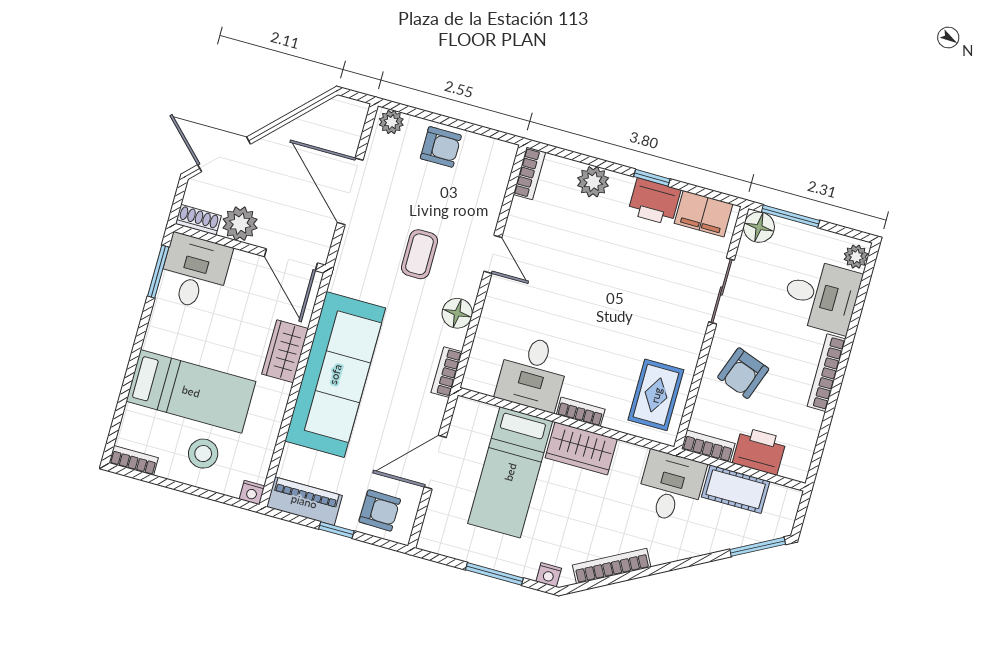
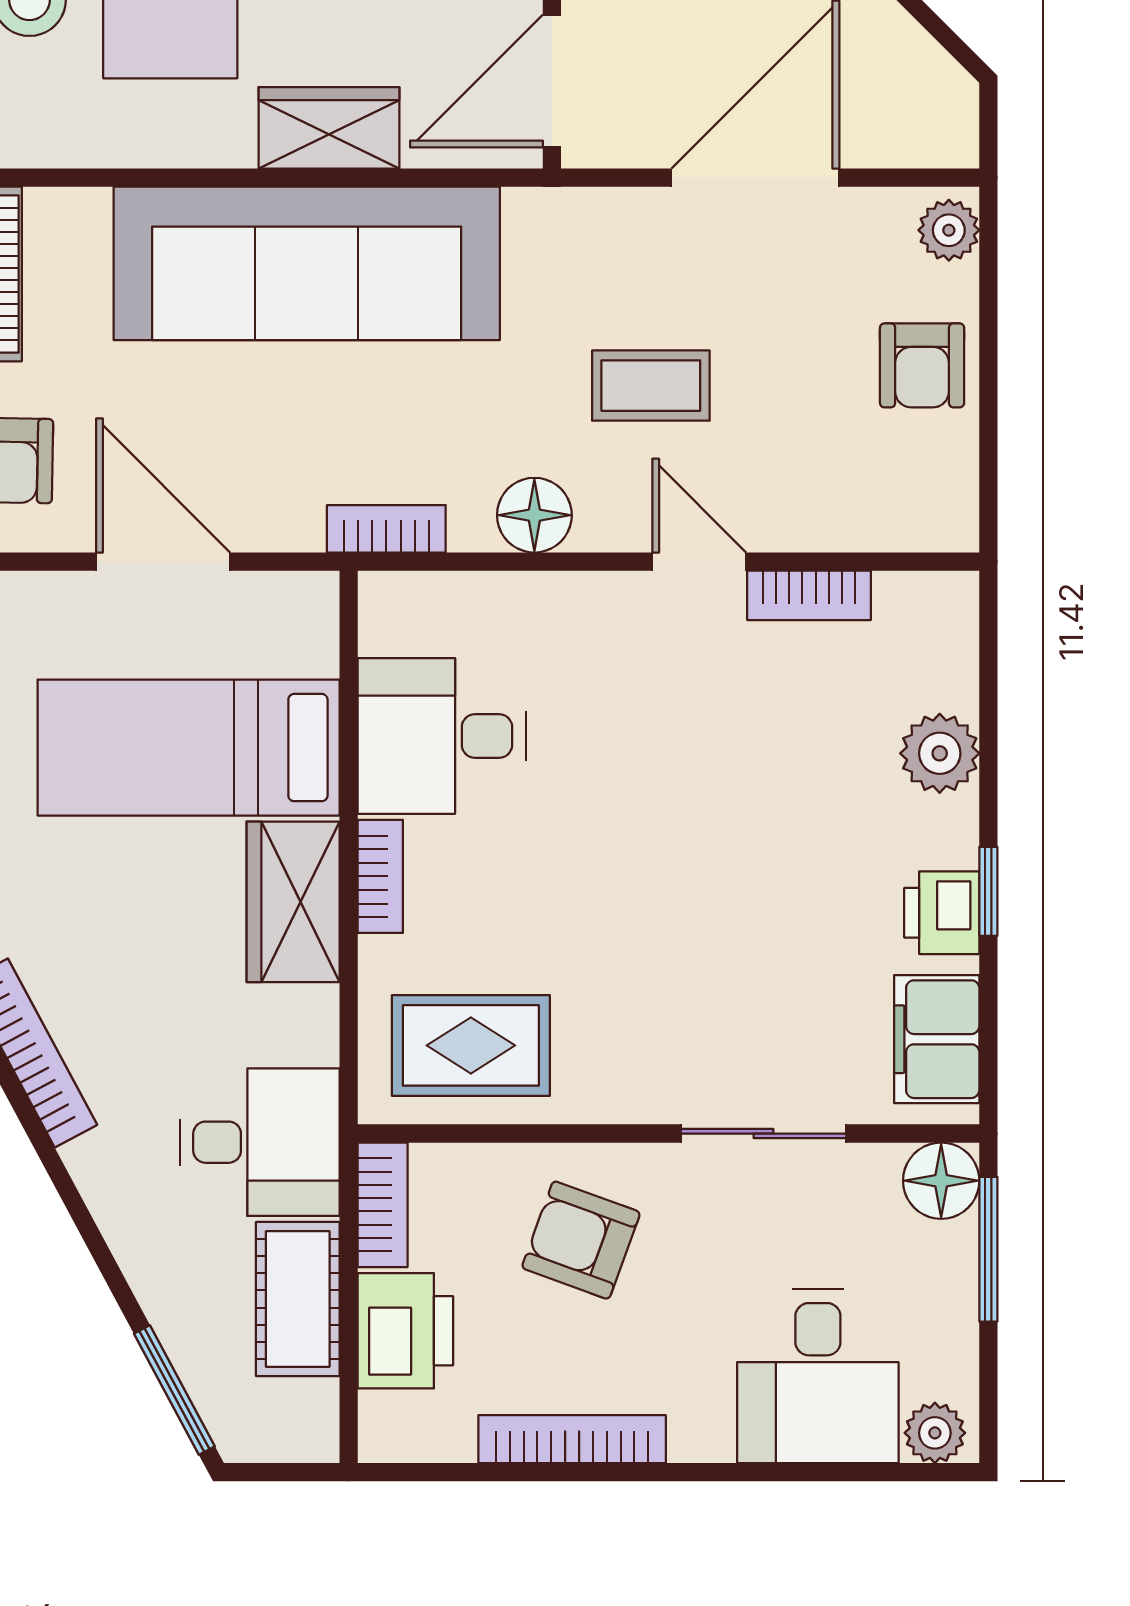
bookcase: (529, 173) -> (809, 595), moved
printer: (654, 202) -> (942, 913), width x0.73, depth x0.81
door: (493, 254) -> (699, 562), swing flipped
bookcase: (826, 373) -> (572, 1439), moved

